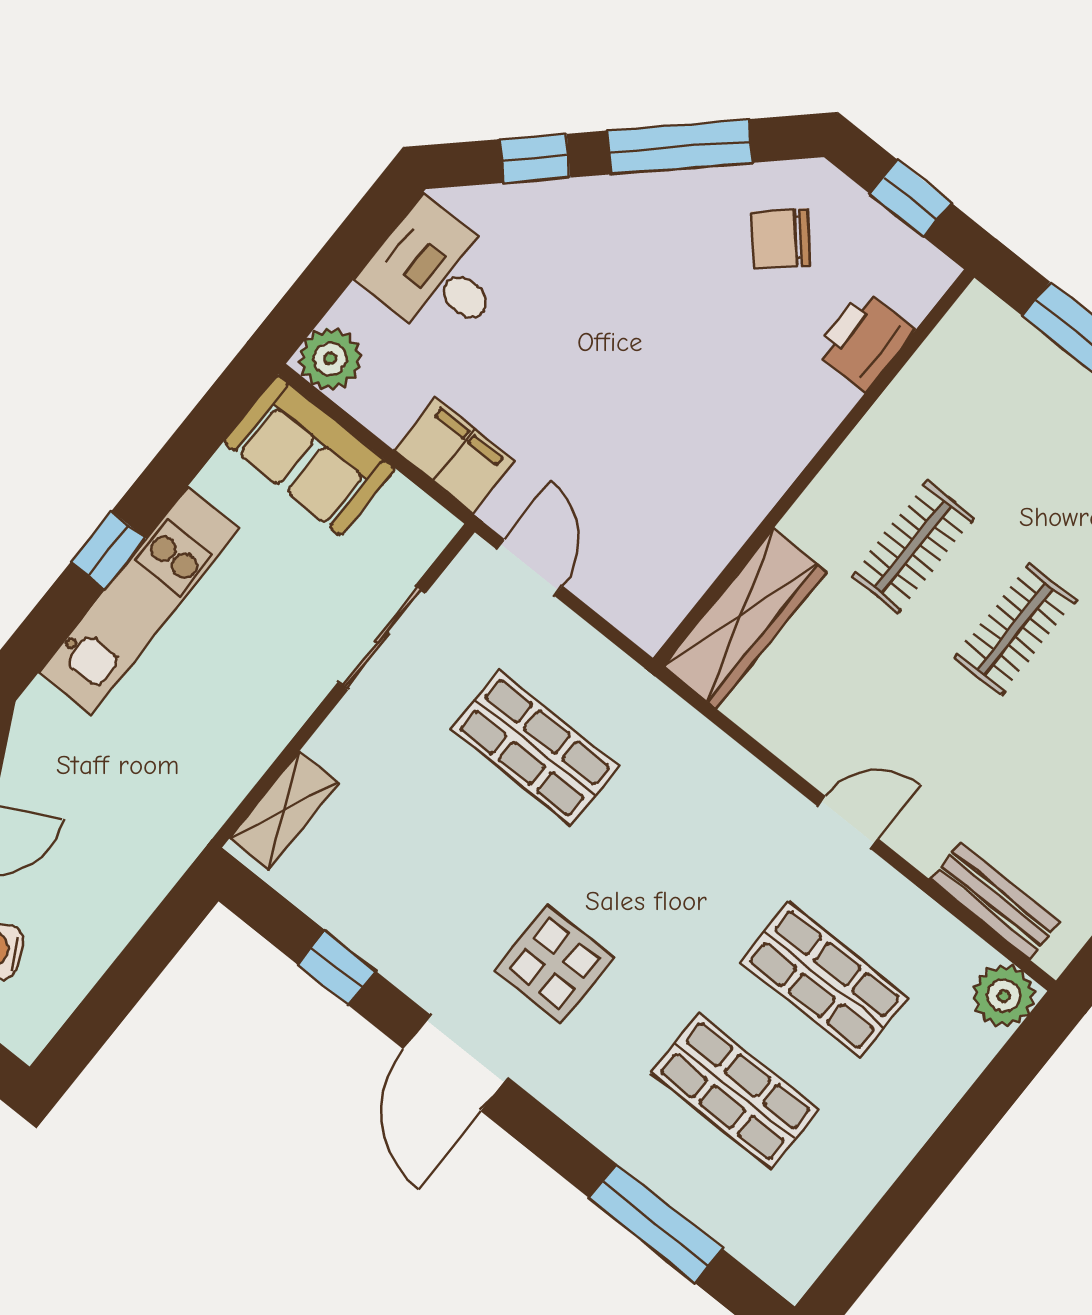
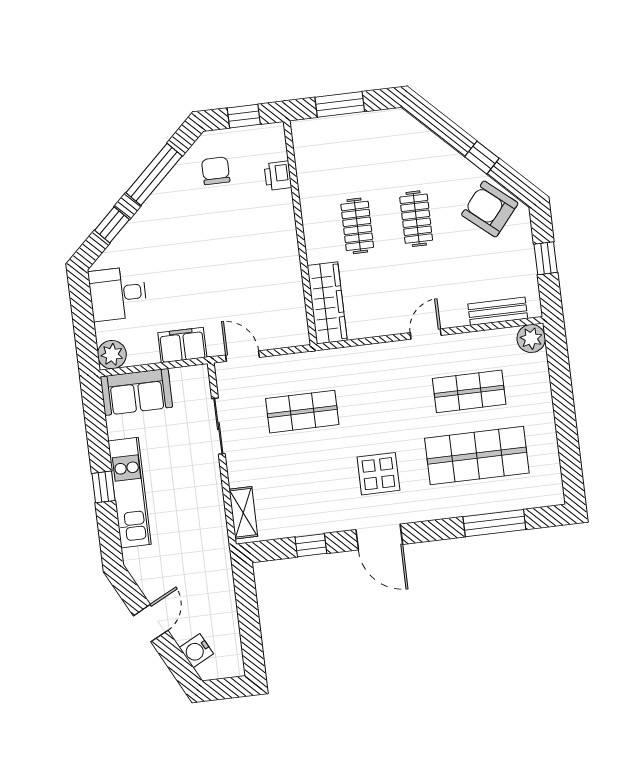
chair: (781, 238) -> (216, 171), turned 132
printer: (864, 340) -> (278, 176), width x0.73, depth x0.81
shop shelf: (735, 1091) -> (477, 456), width x1.43, depth x1.36

